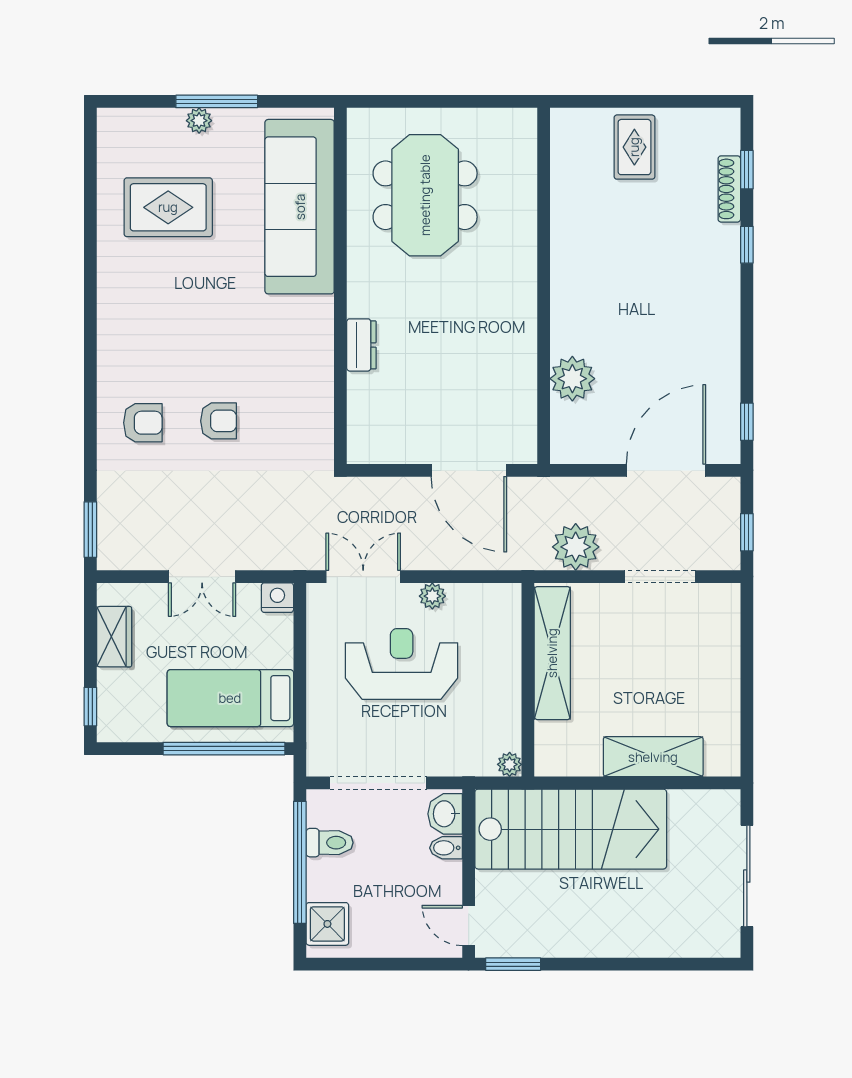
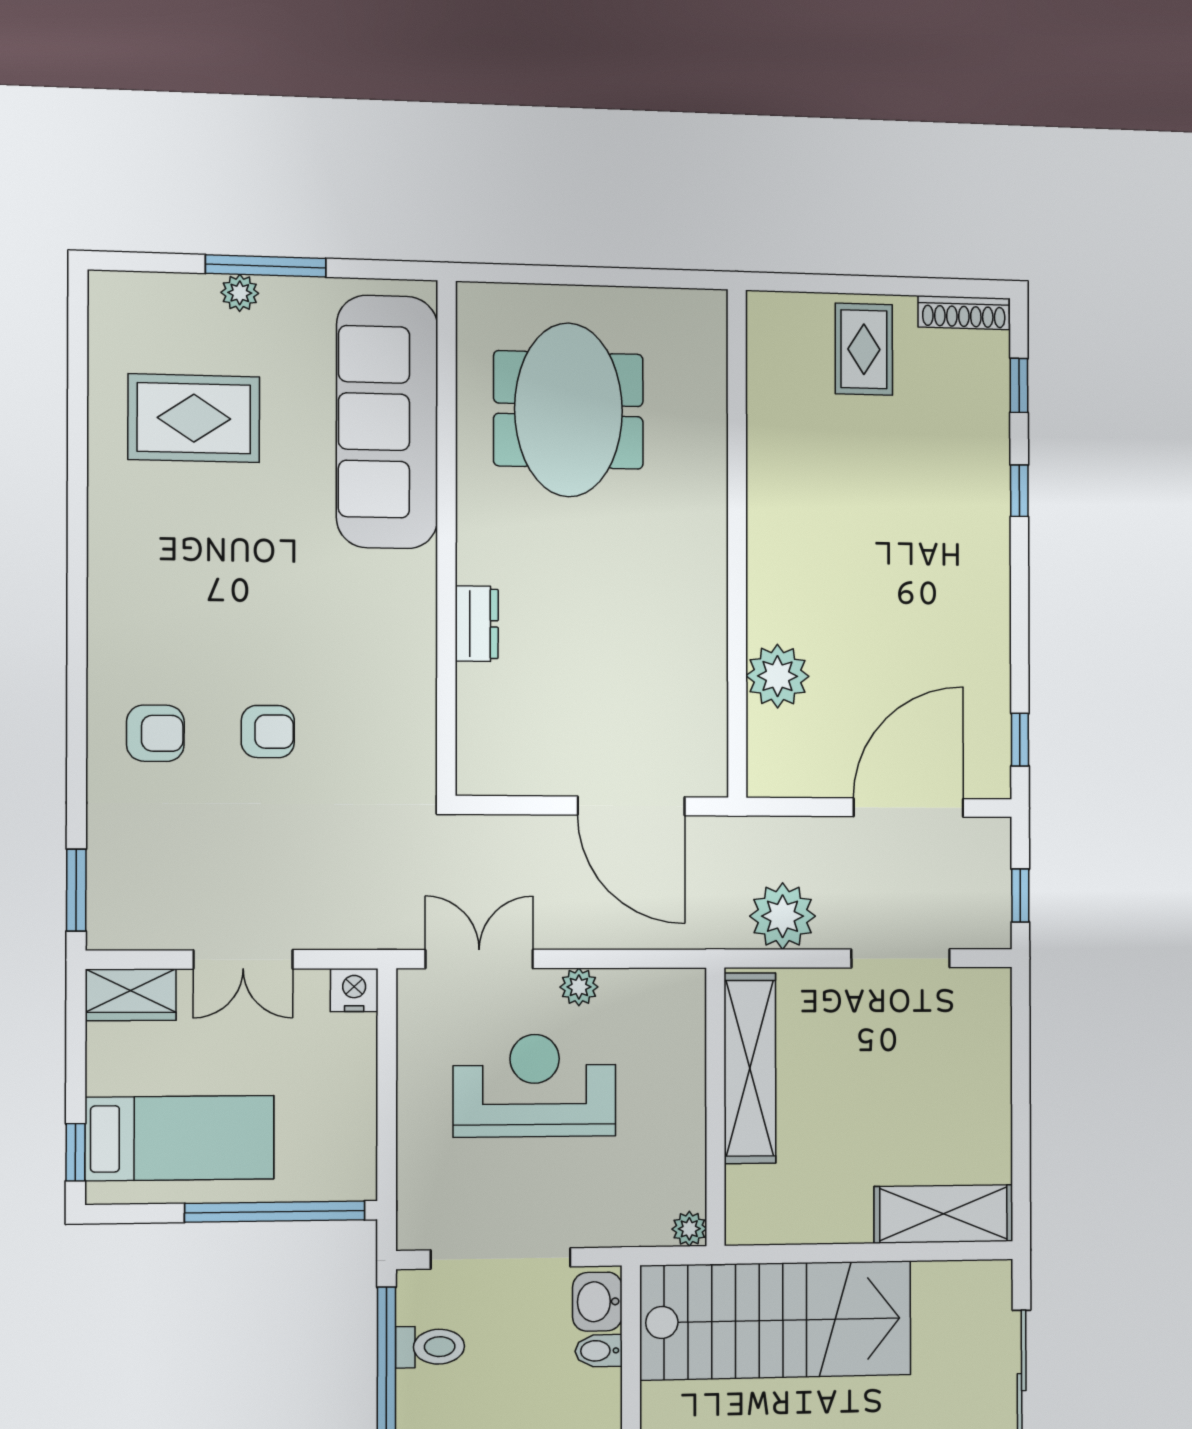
shoe rack: (729, 189) -> (964, 313), moved, turned -90
wardrobe: (114, 637) -> (131, 995), moved, turned 90
bed: (230, 698) -> (180, 1138), moved, turned 180
shelving: (653, 757) -> (944, 1214), moved

